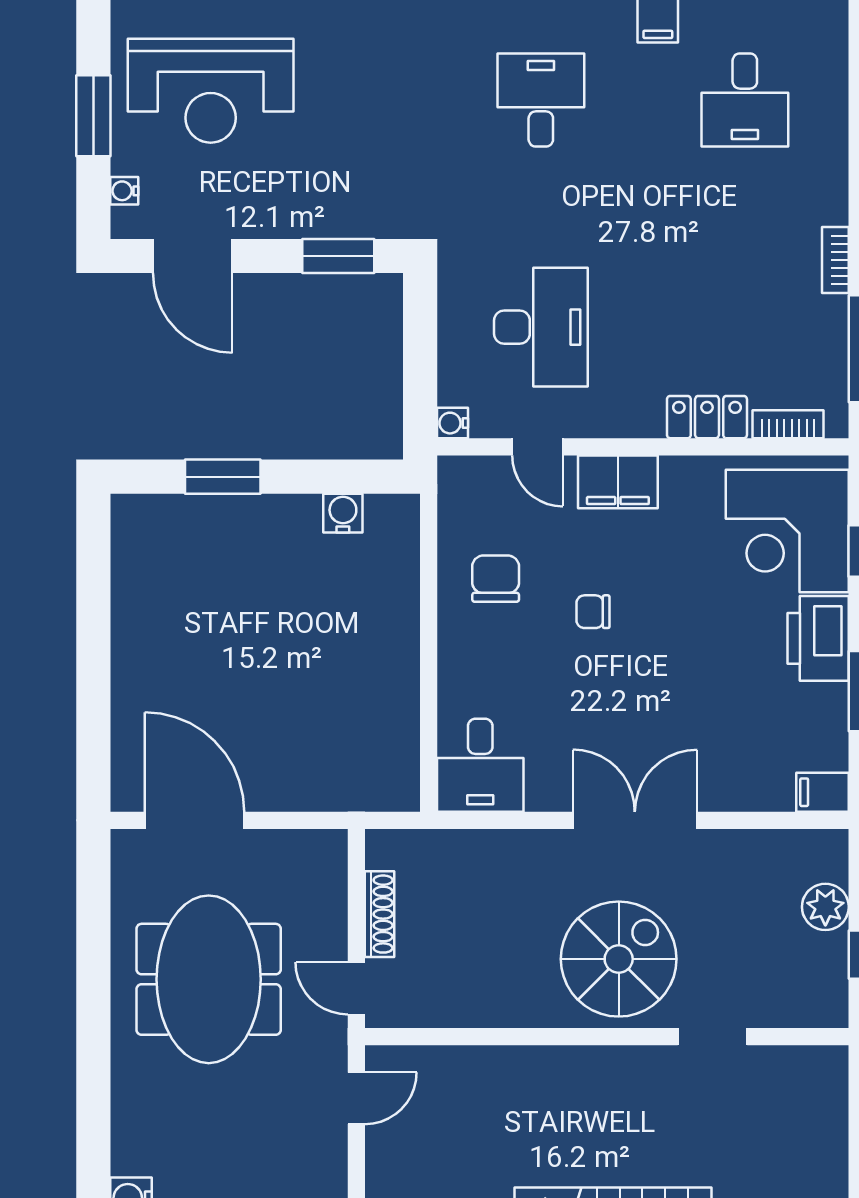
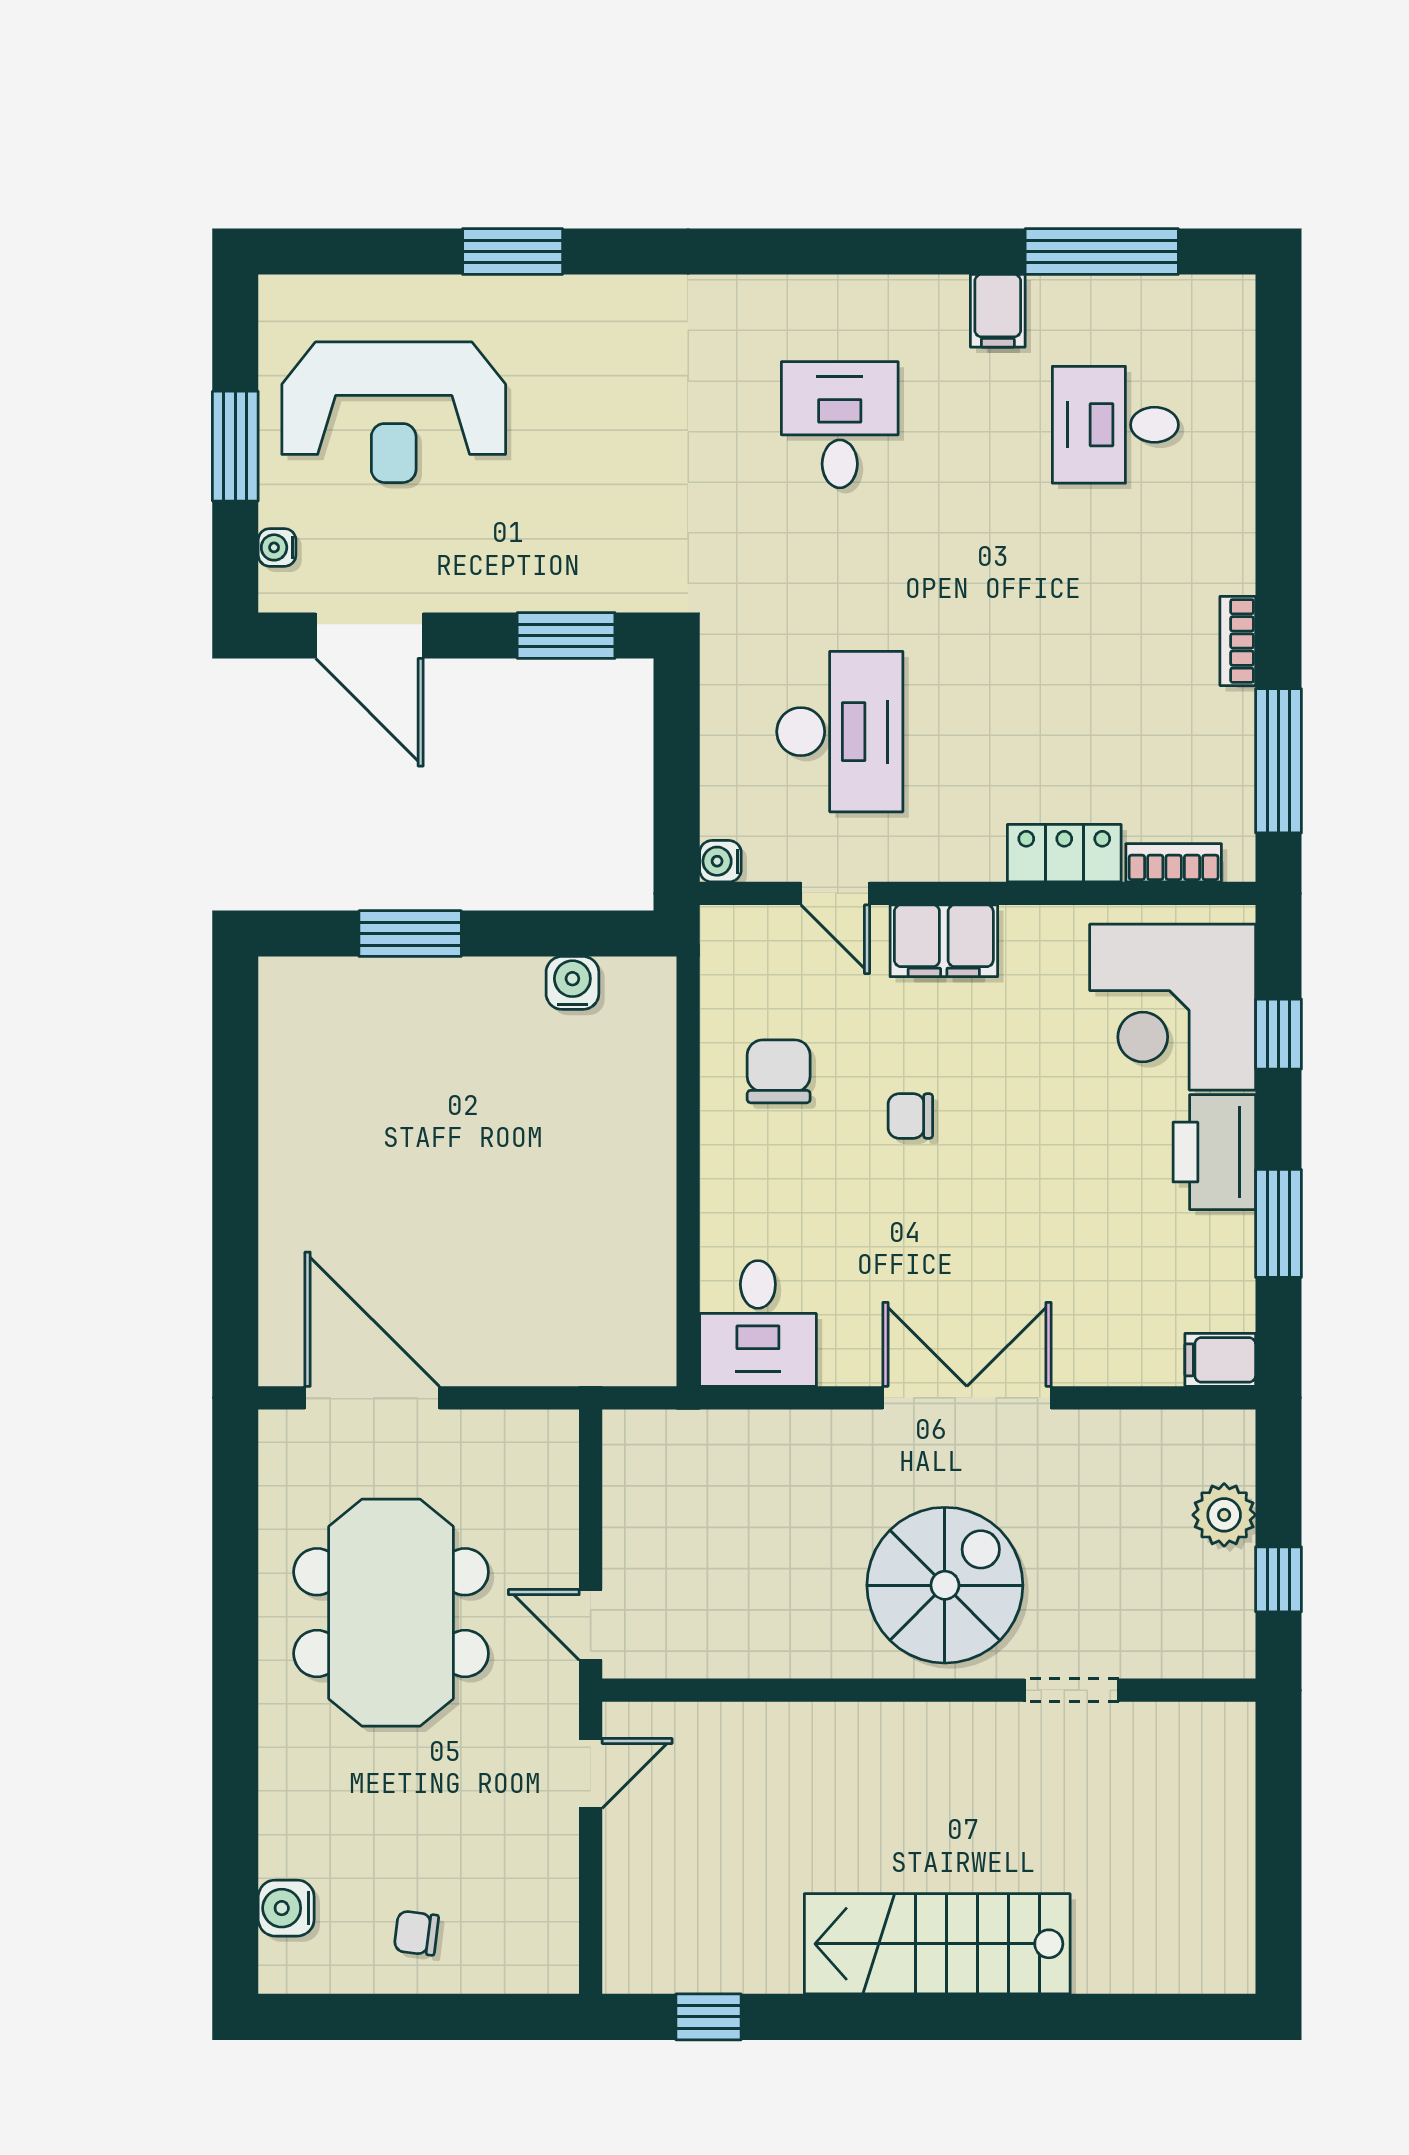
desk: (745, 100) -> (1115, 425), turned 90
shoe rack: (380, 914) -> (622, 1524), removed

